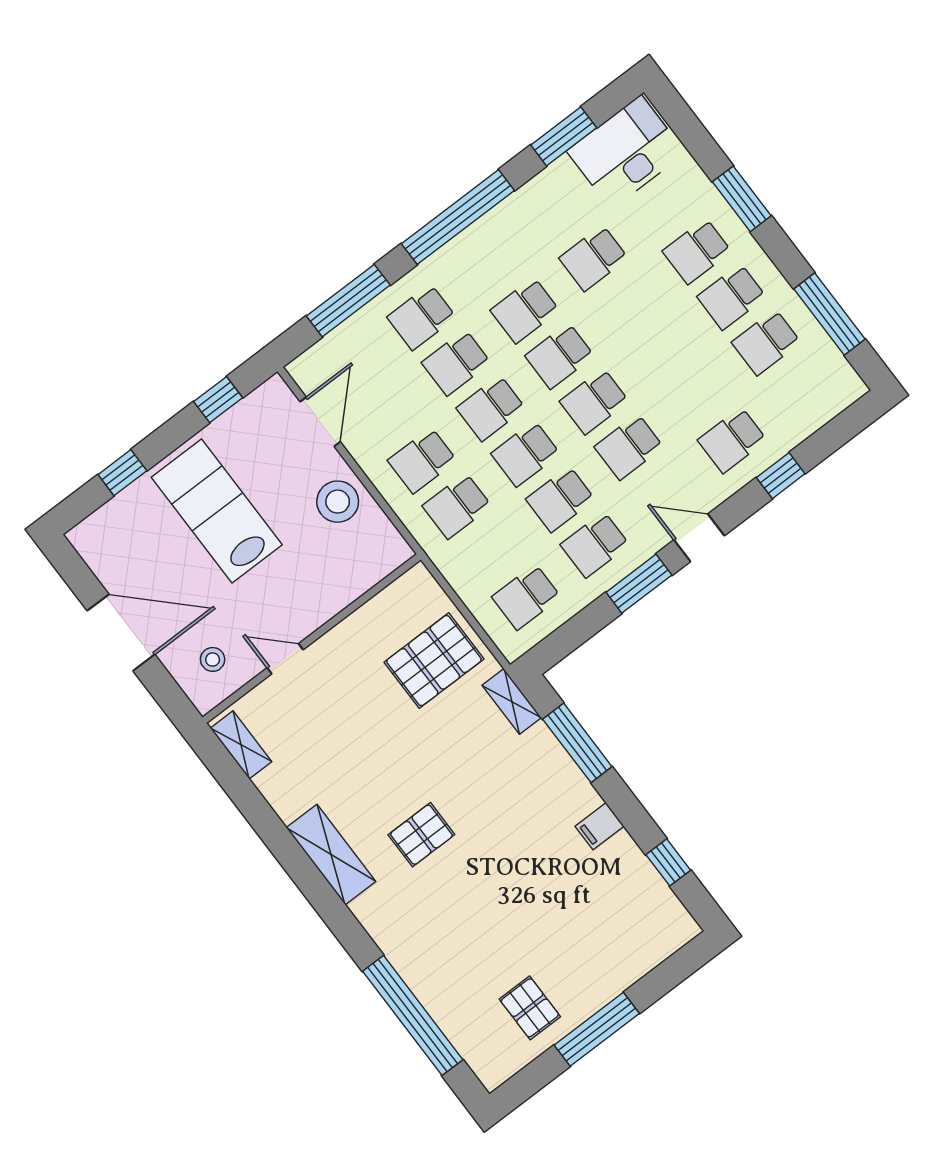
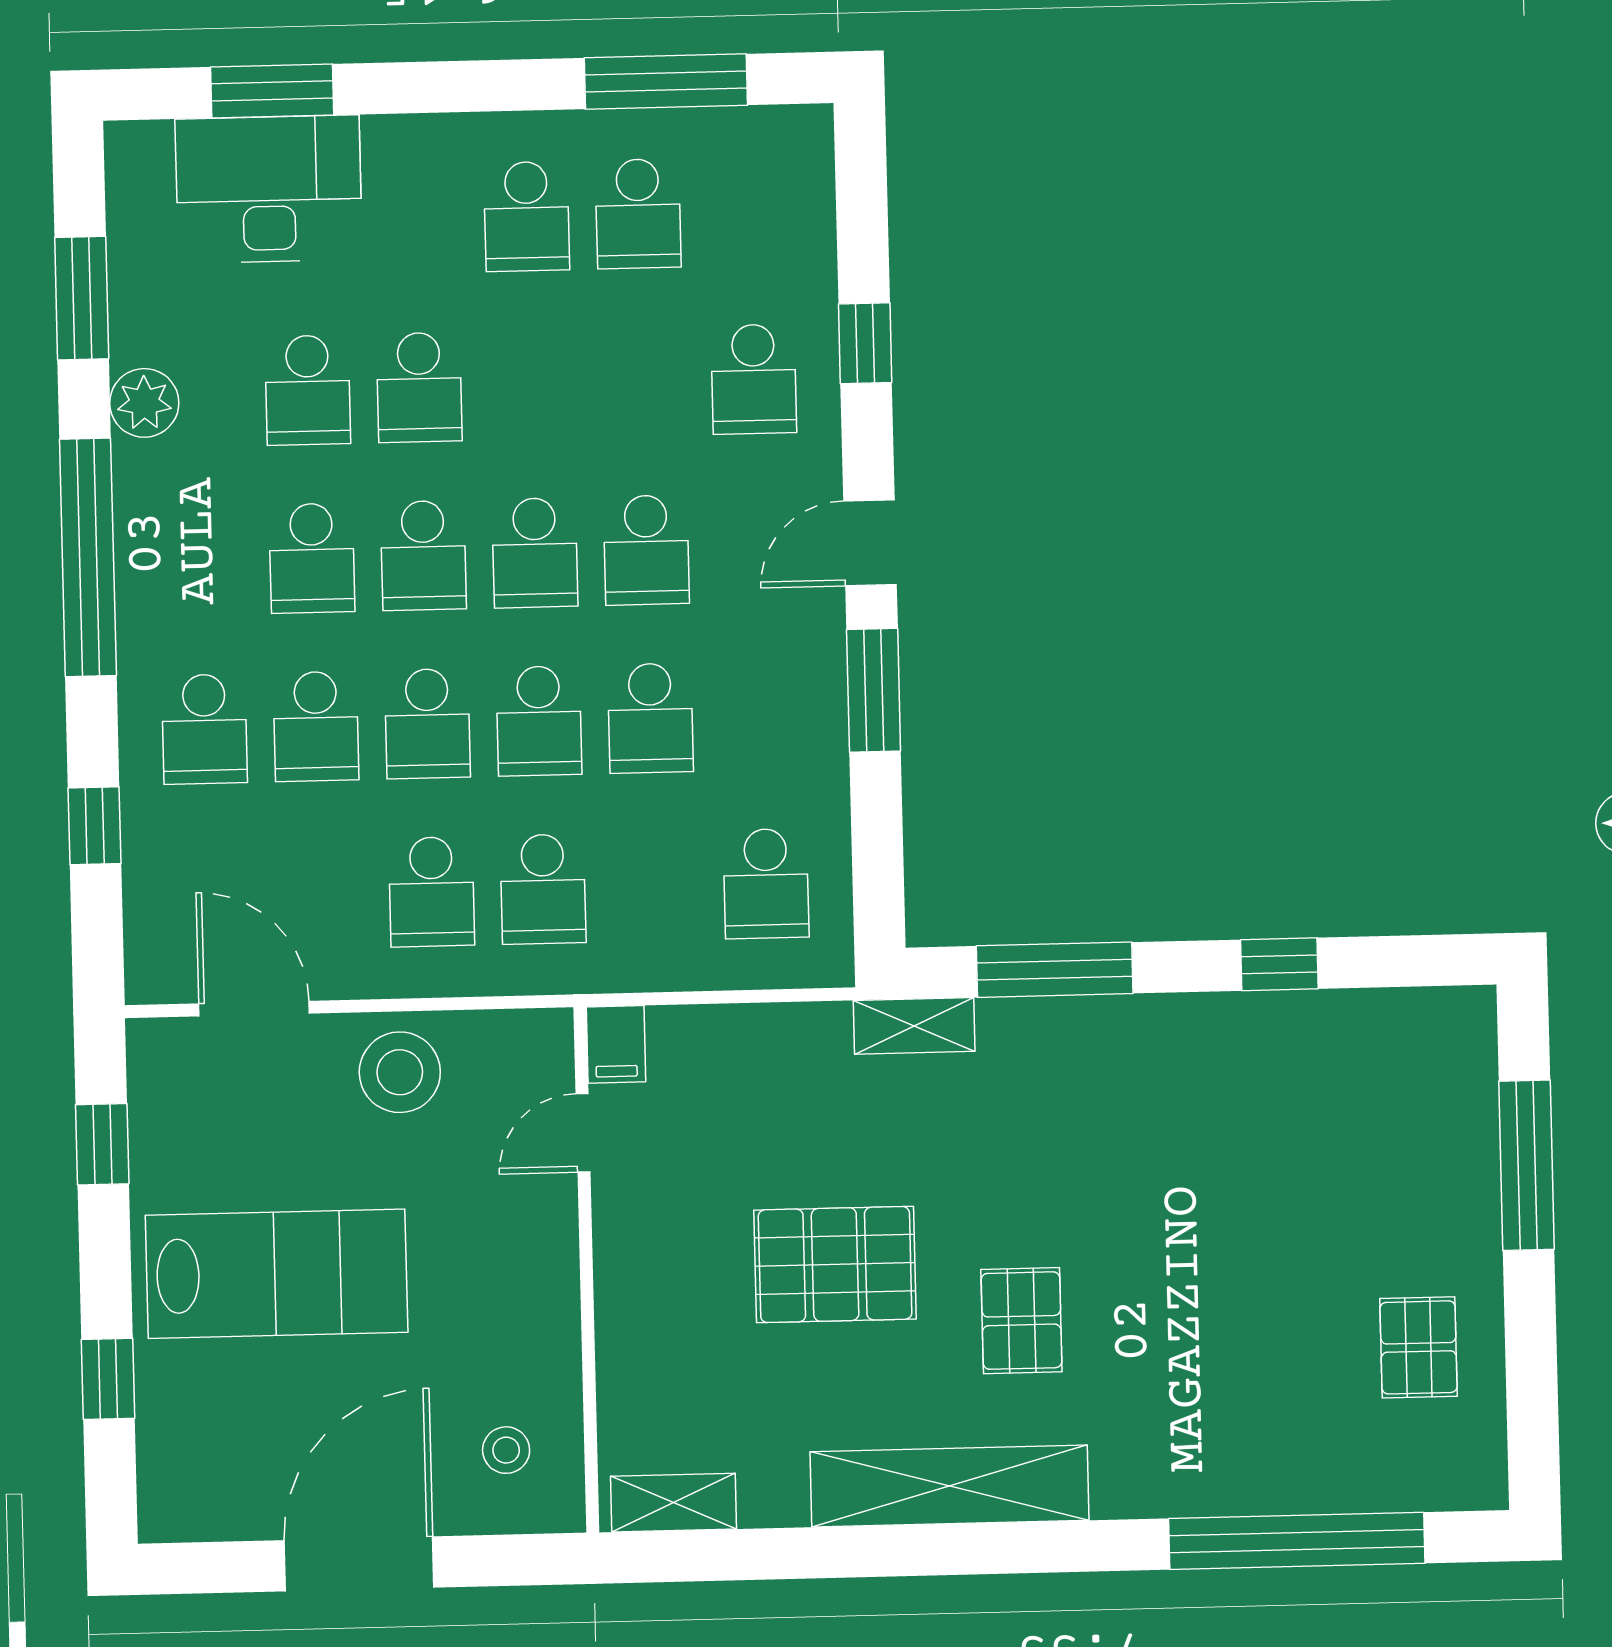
desk: (626, 152) -> (269, 189), moved, turned 90
plant: (539, 194) -> (144, 403), added
window: (742, 199) -> (272, 91), moved
school desk: (697, 251) -> (419, 387), moved
window: (348, 301) -> (95, 826), width x0.46
lab bench: (217, 511) -> (277, 1274), turned 180
school desk: (595, 545) -> (762, 715), removed
door: (285, 659) -> (583, 1133), moved
pallet: (434, 661) -> (835, 1265), moved, turned 90
filing cabinet: (599, 826) -> (616, 1044), moved
shelving: (331, 855) -> (950, 1486), width x1.47
window: (668, 862) -> (1279, 964), moved
pallet: (530, 1008) -> (1419, 1347), turned 90
window: (597, 1029) -> (1527, 1165), moved

